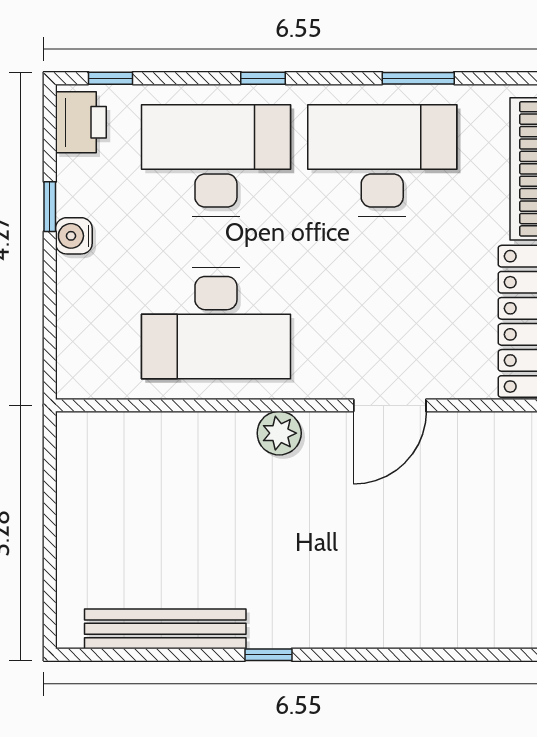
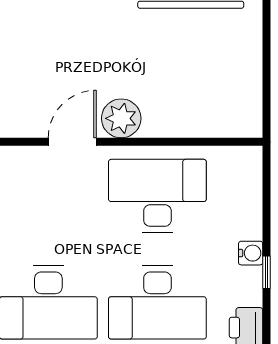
door: (390, 405) -> (72, 142), moved
plant: (279, 433) -> (121, 118), width x1.36, depth x1.36

